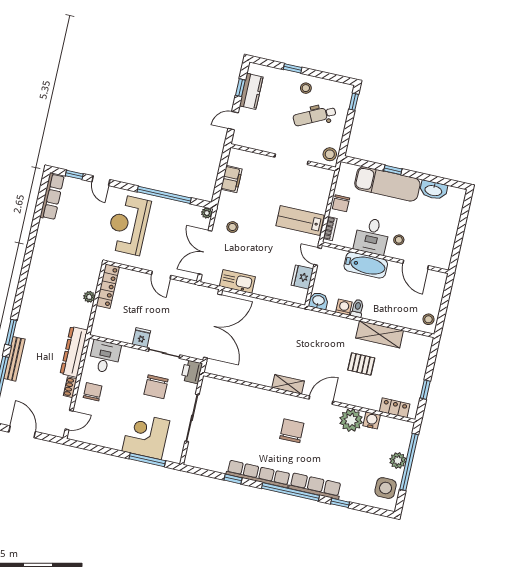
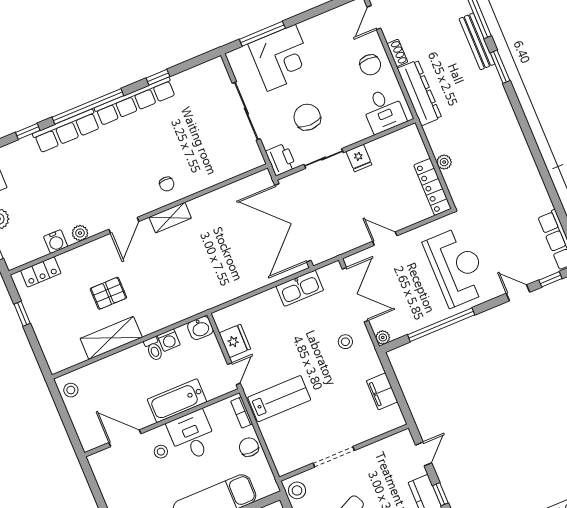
door: (318, 257) -> (234, 374), hinge flipped
plant: (351, 420) -> (80, 233), width x0.53, depth x0.53
chair: (292, 431) -> (167, 184), moved, width x0.54, depth x0.54

